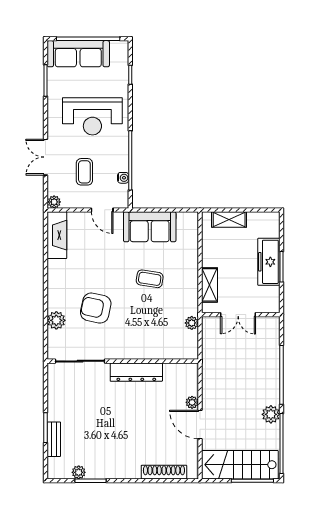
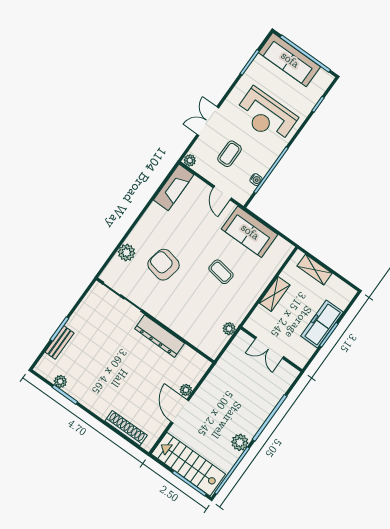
shelving: (210, 285) -> (275, 294), moved

